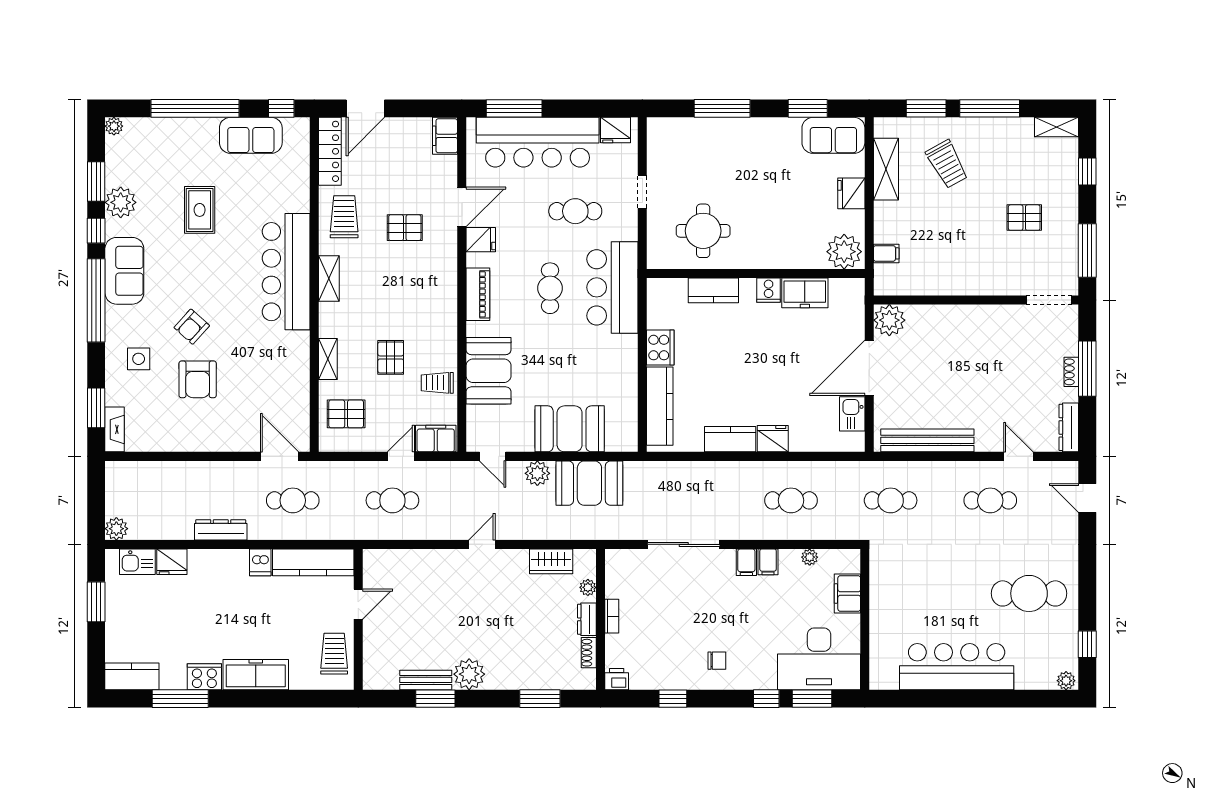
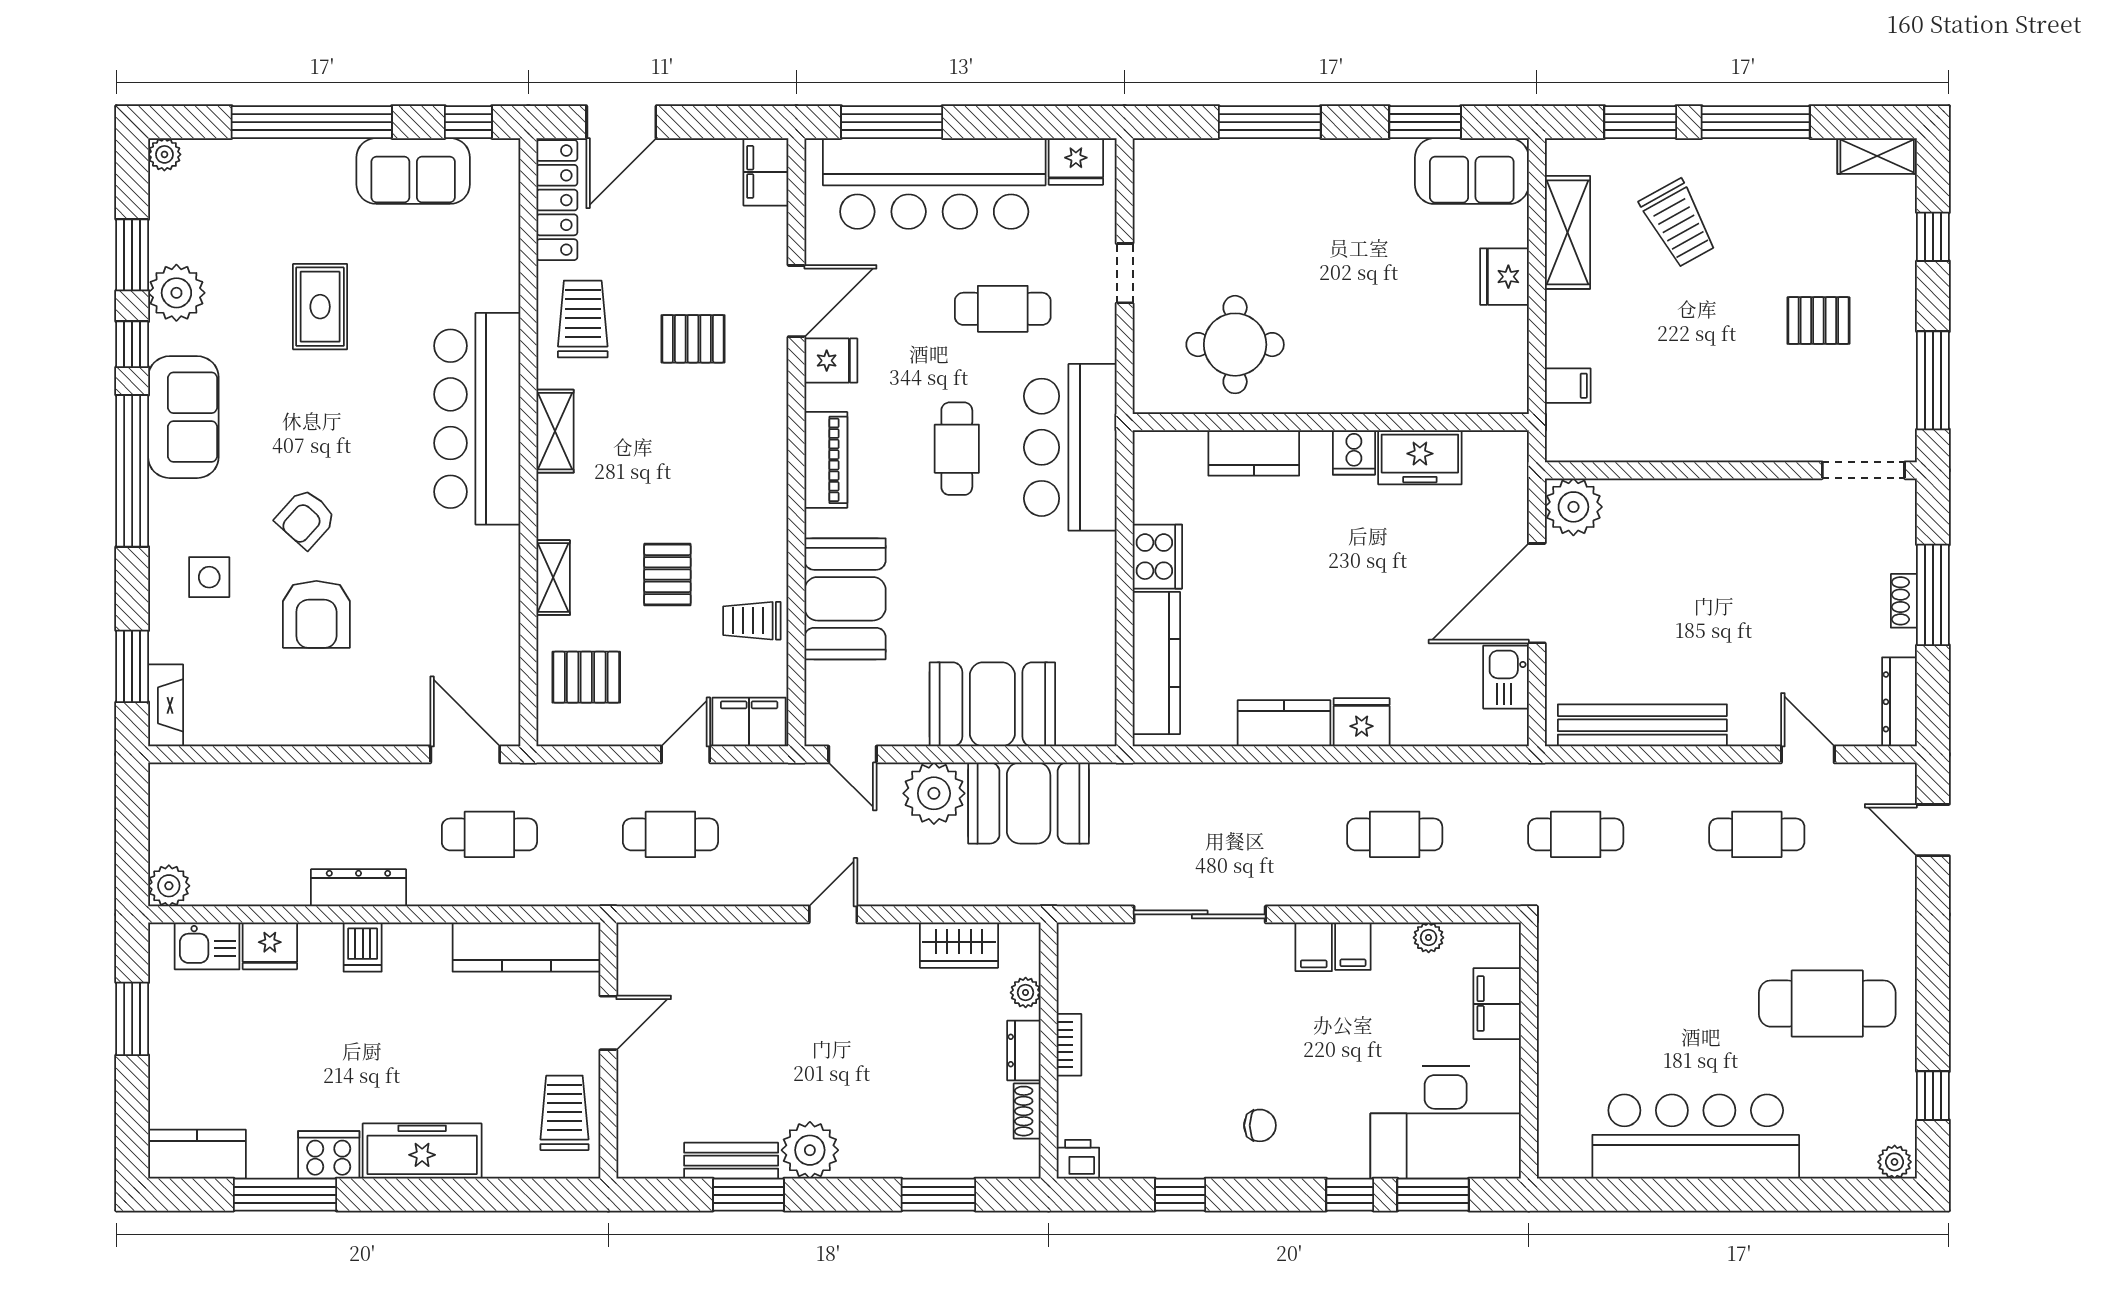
plant: (844, 252) -> (1491, 382), removed
plant: (537, 473) -> (934, 793), width x1.36, depth x1.36
dishwasher: (260, 562) -> (363, 947), moved

